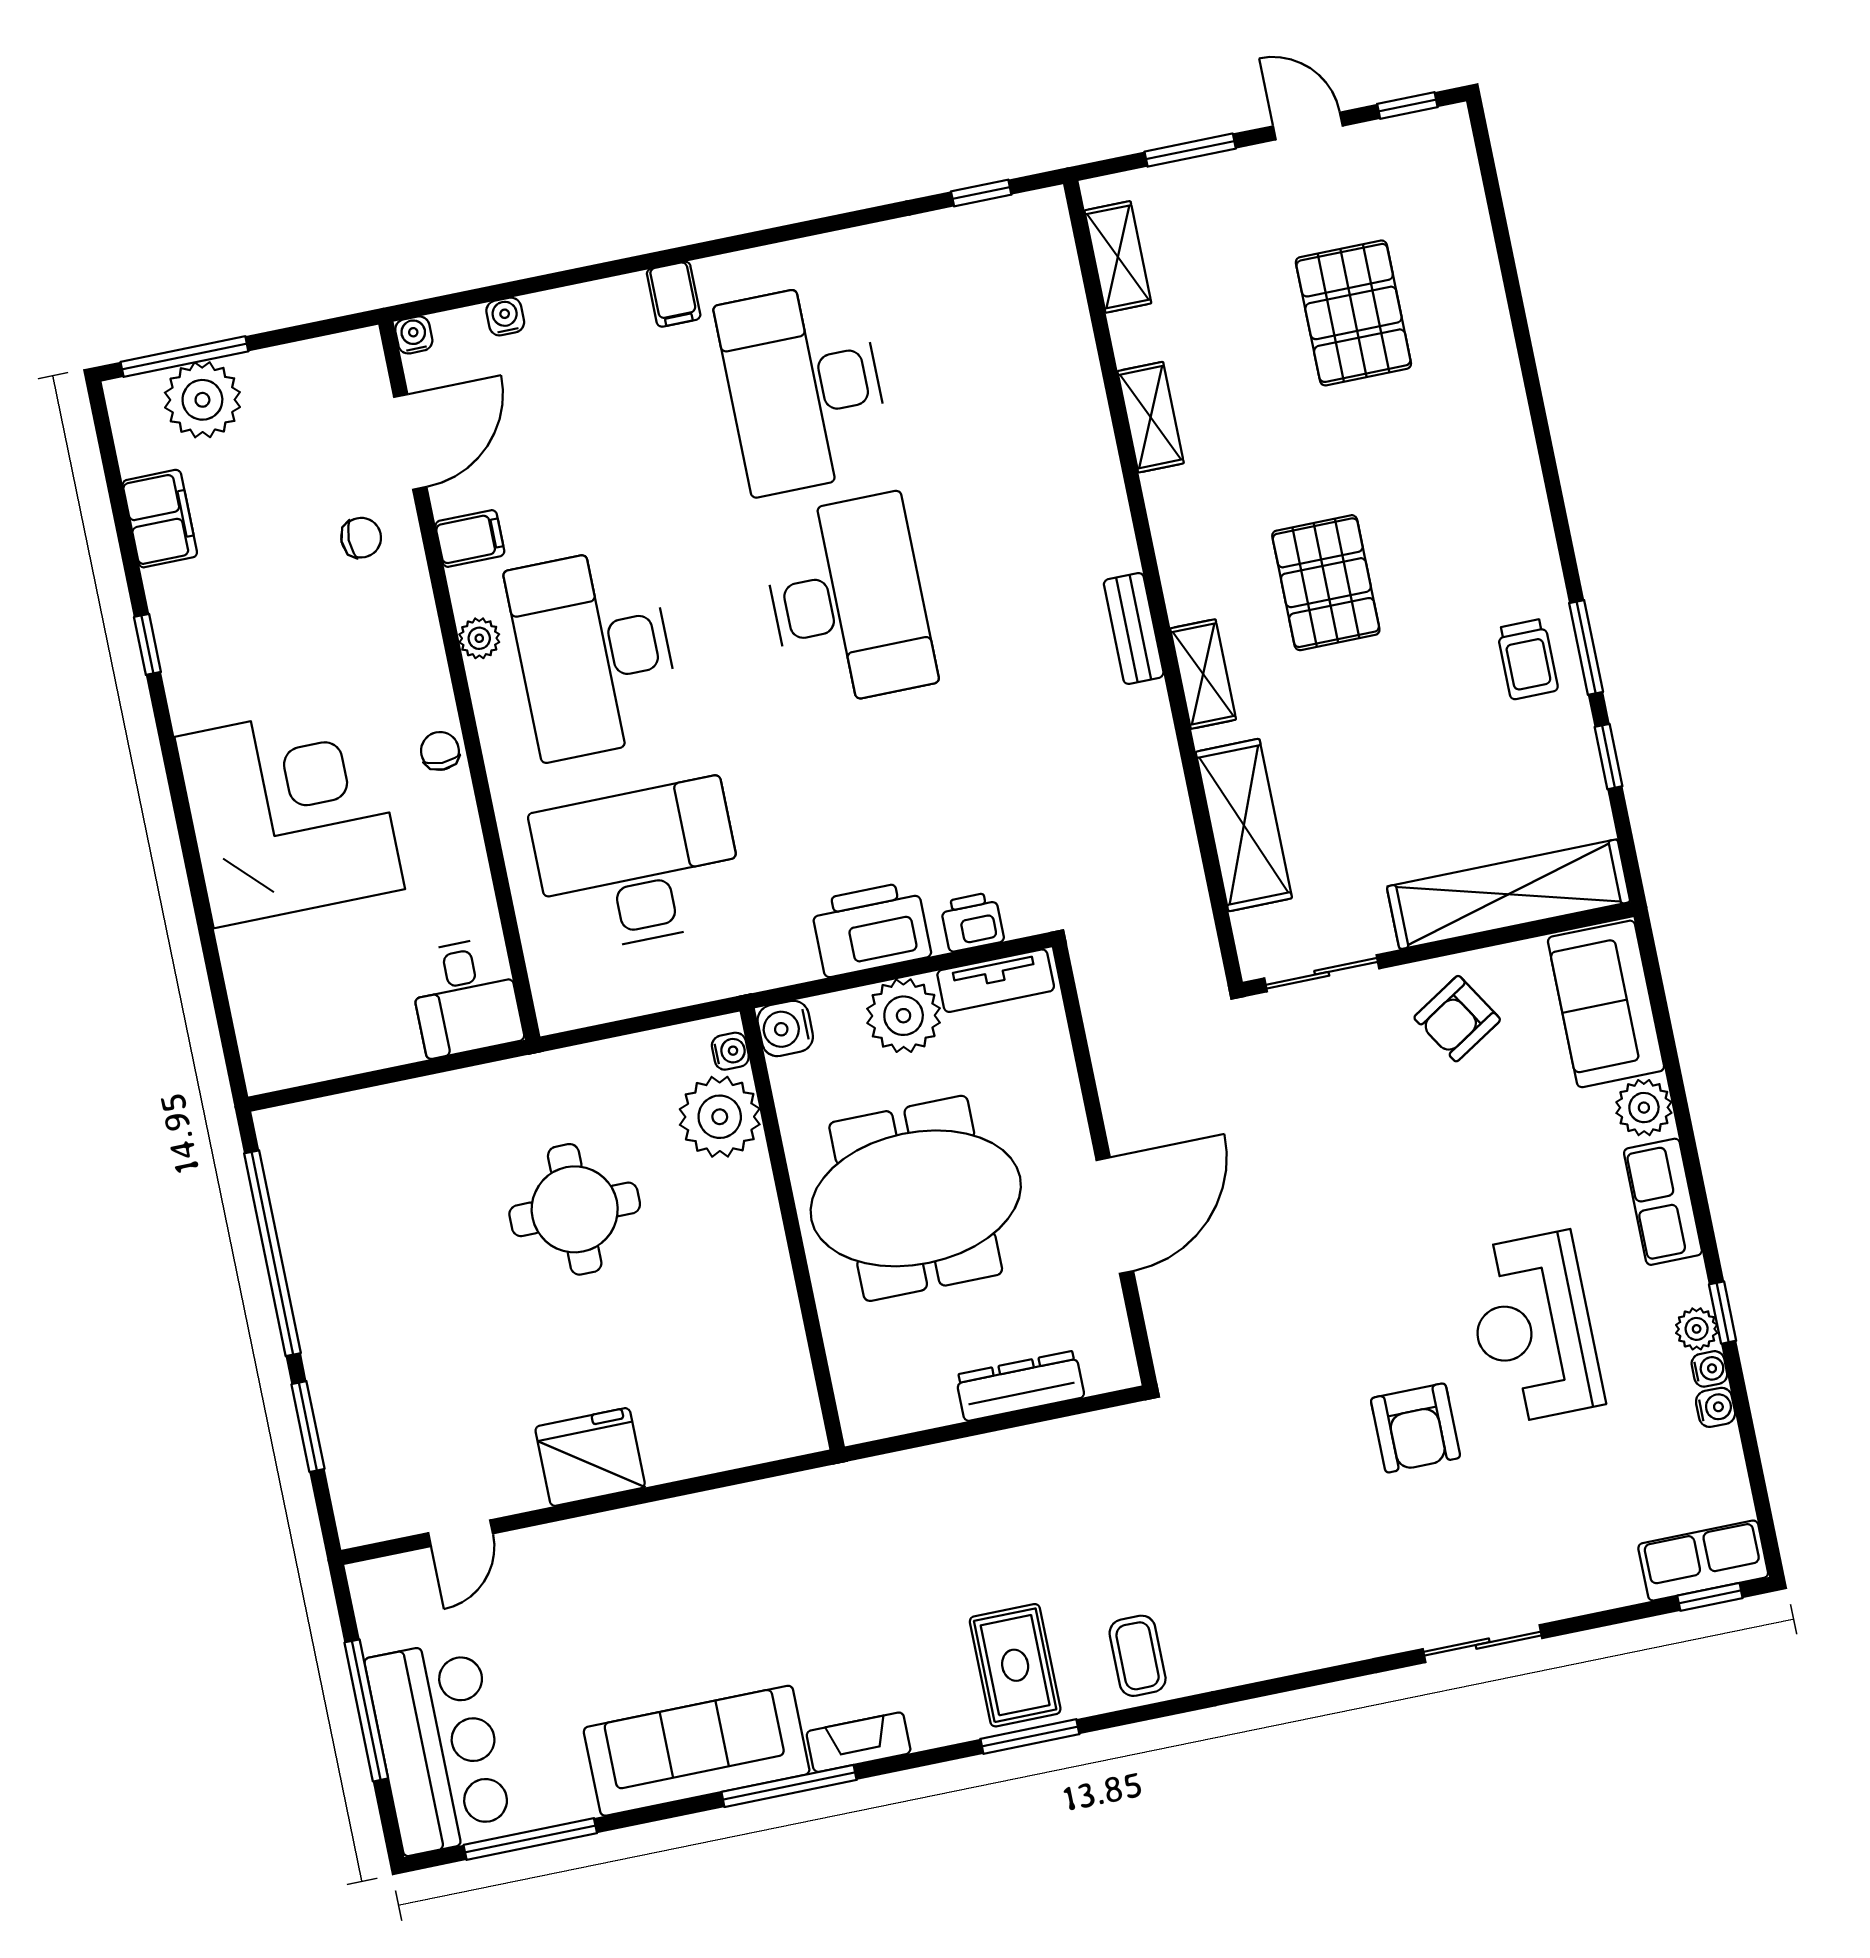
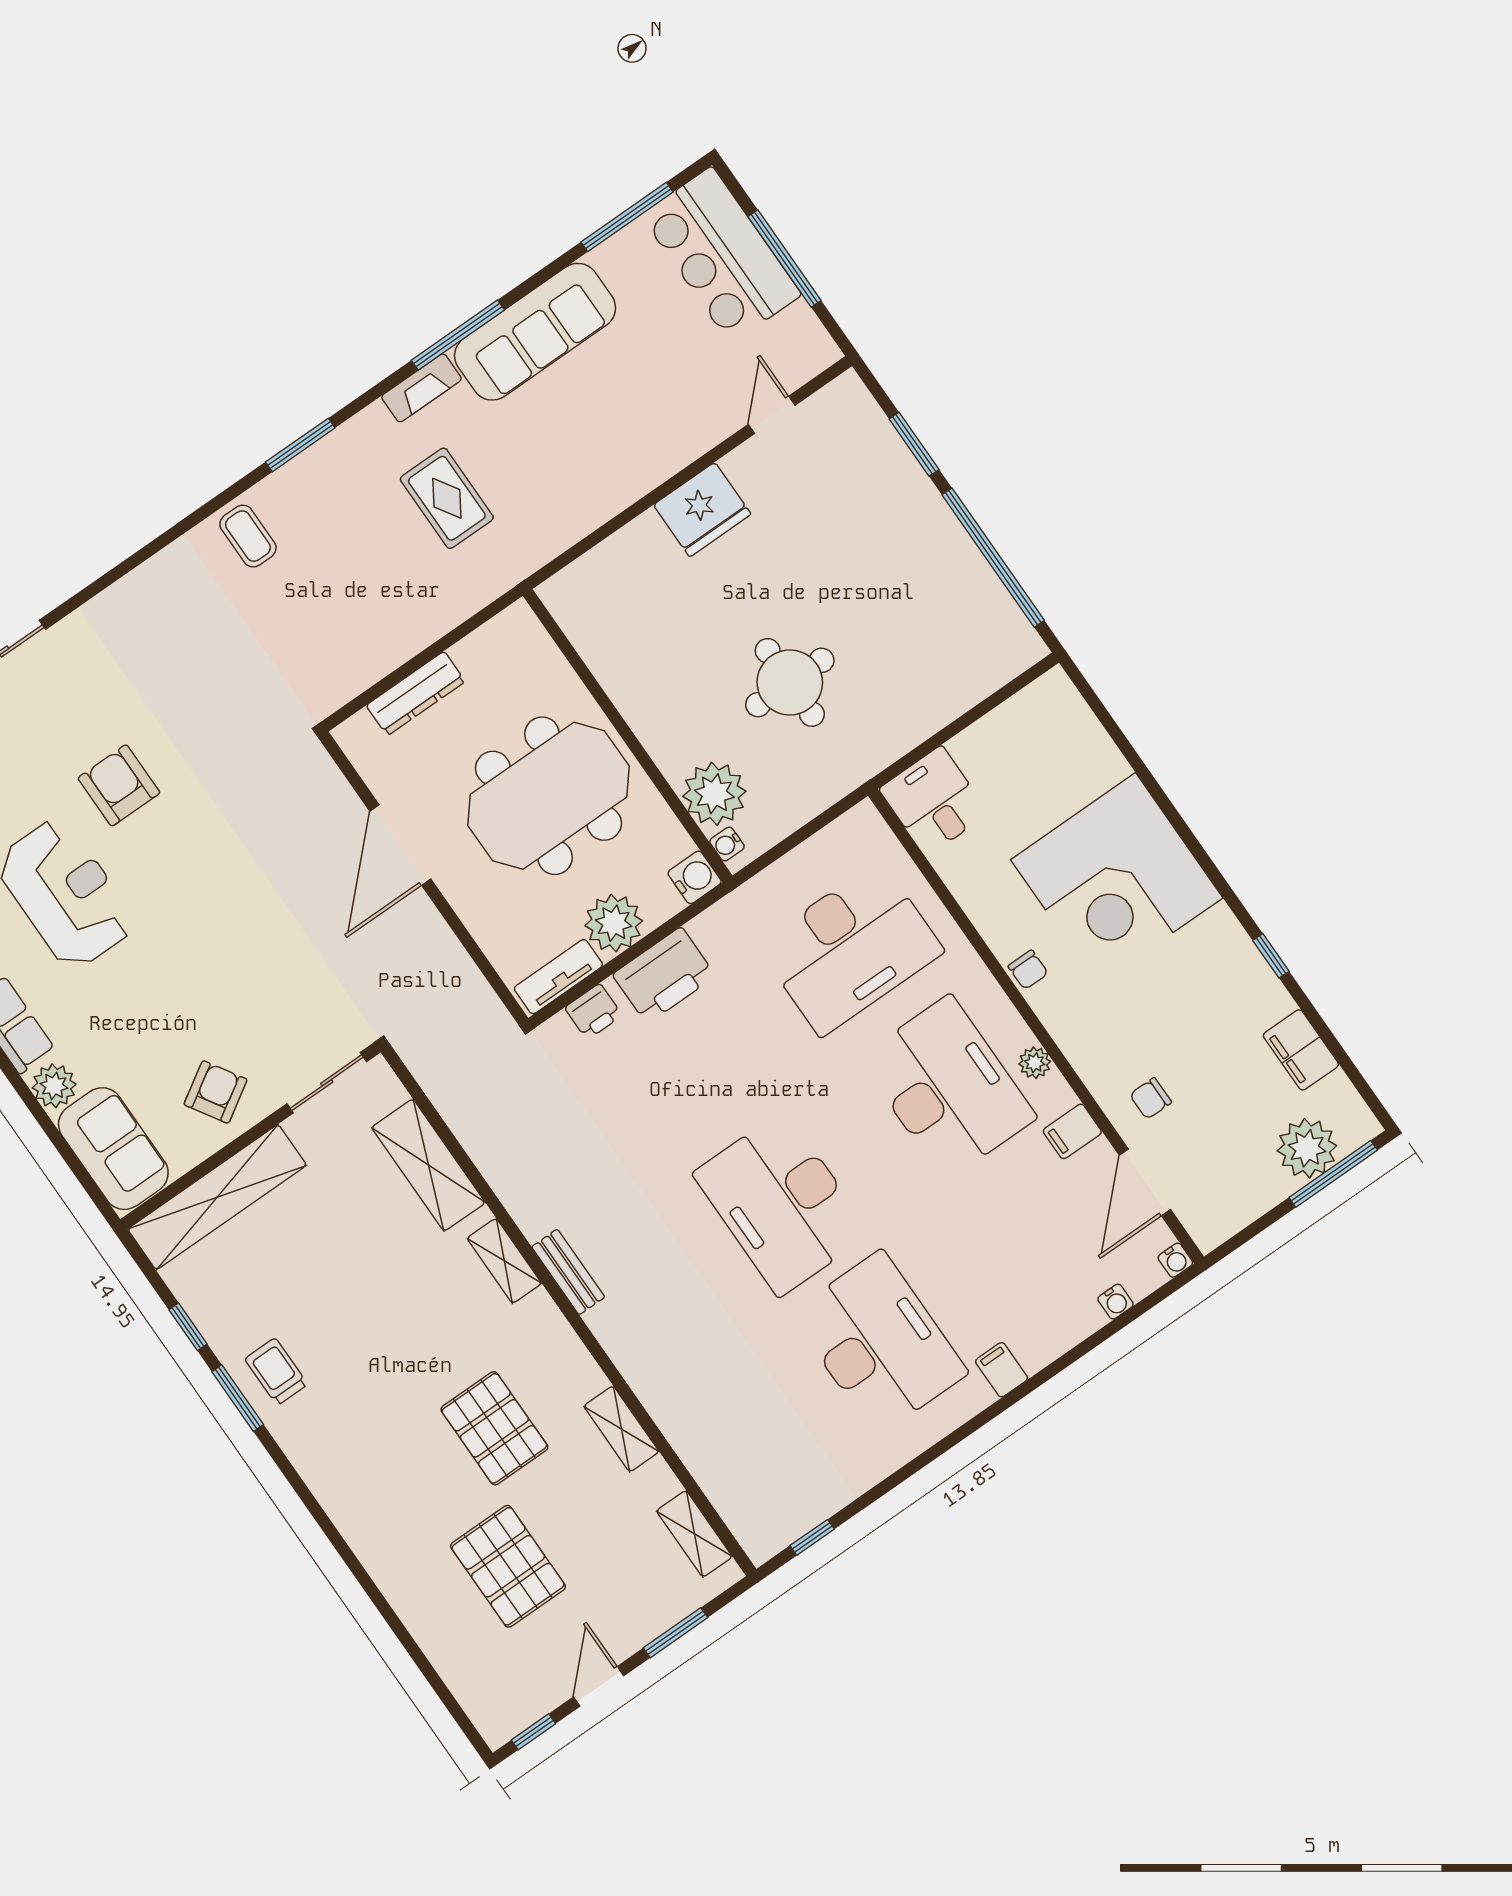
door: (1308, 126) -> (599, 1686), swing flipped
pallet: (1326, 583) -> (494, 1428), moved
rug: (1015, 1665) -> (447, 498), moved

